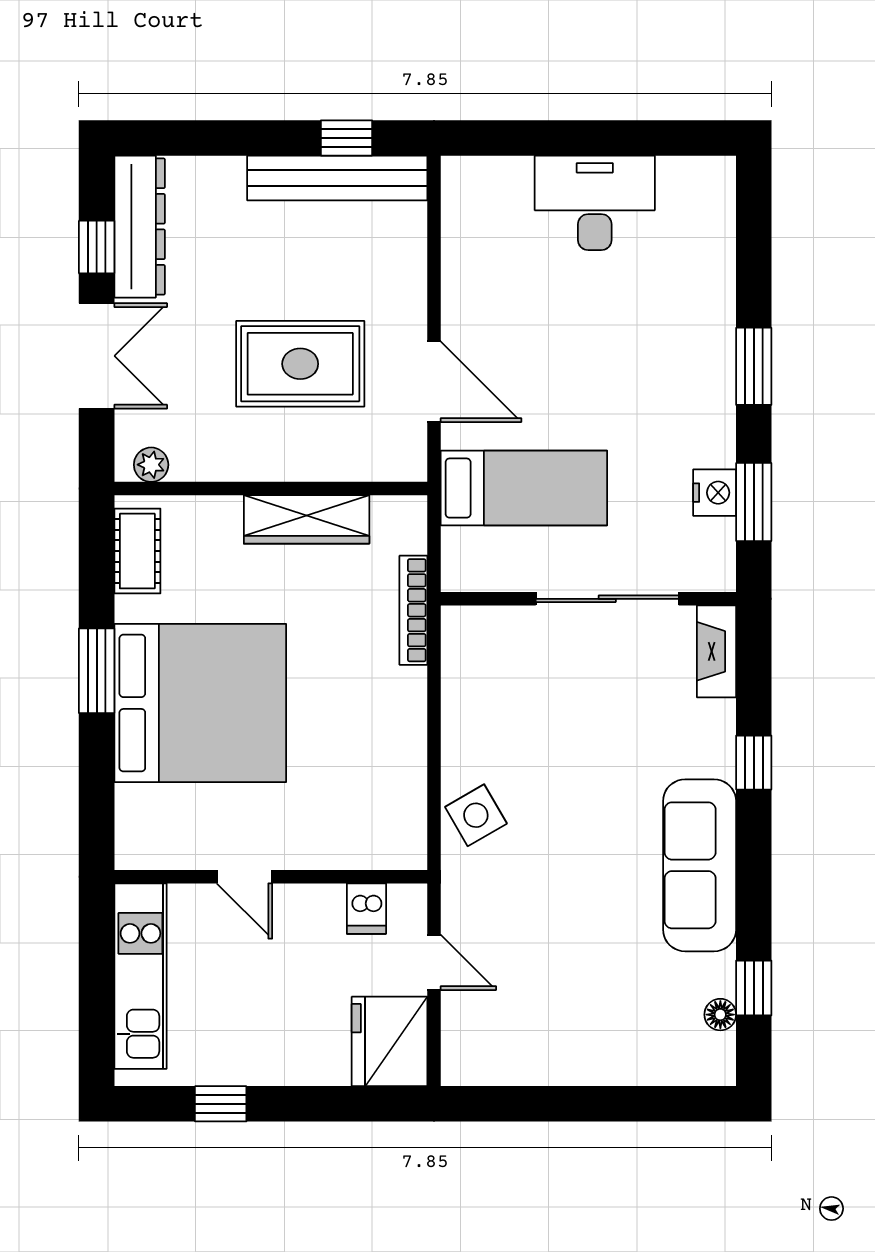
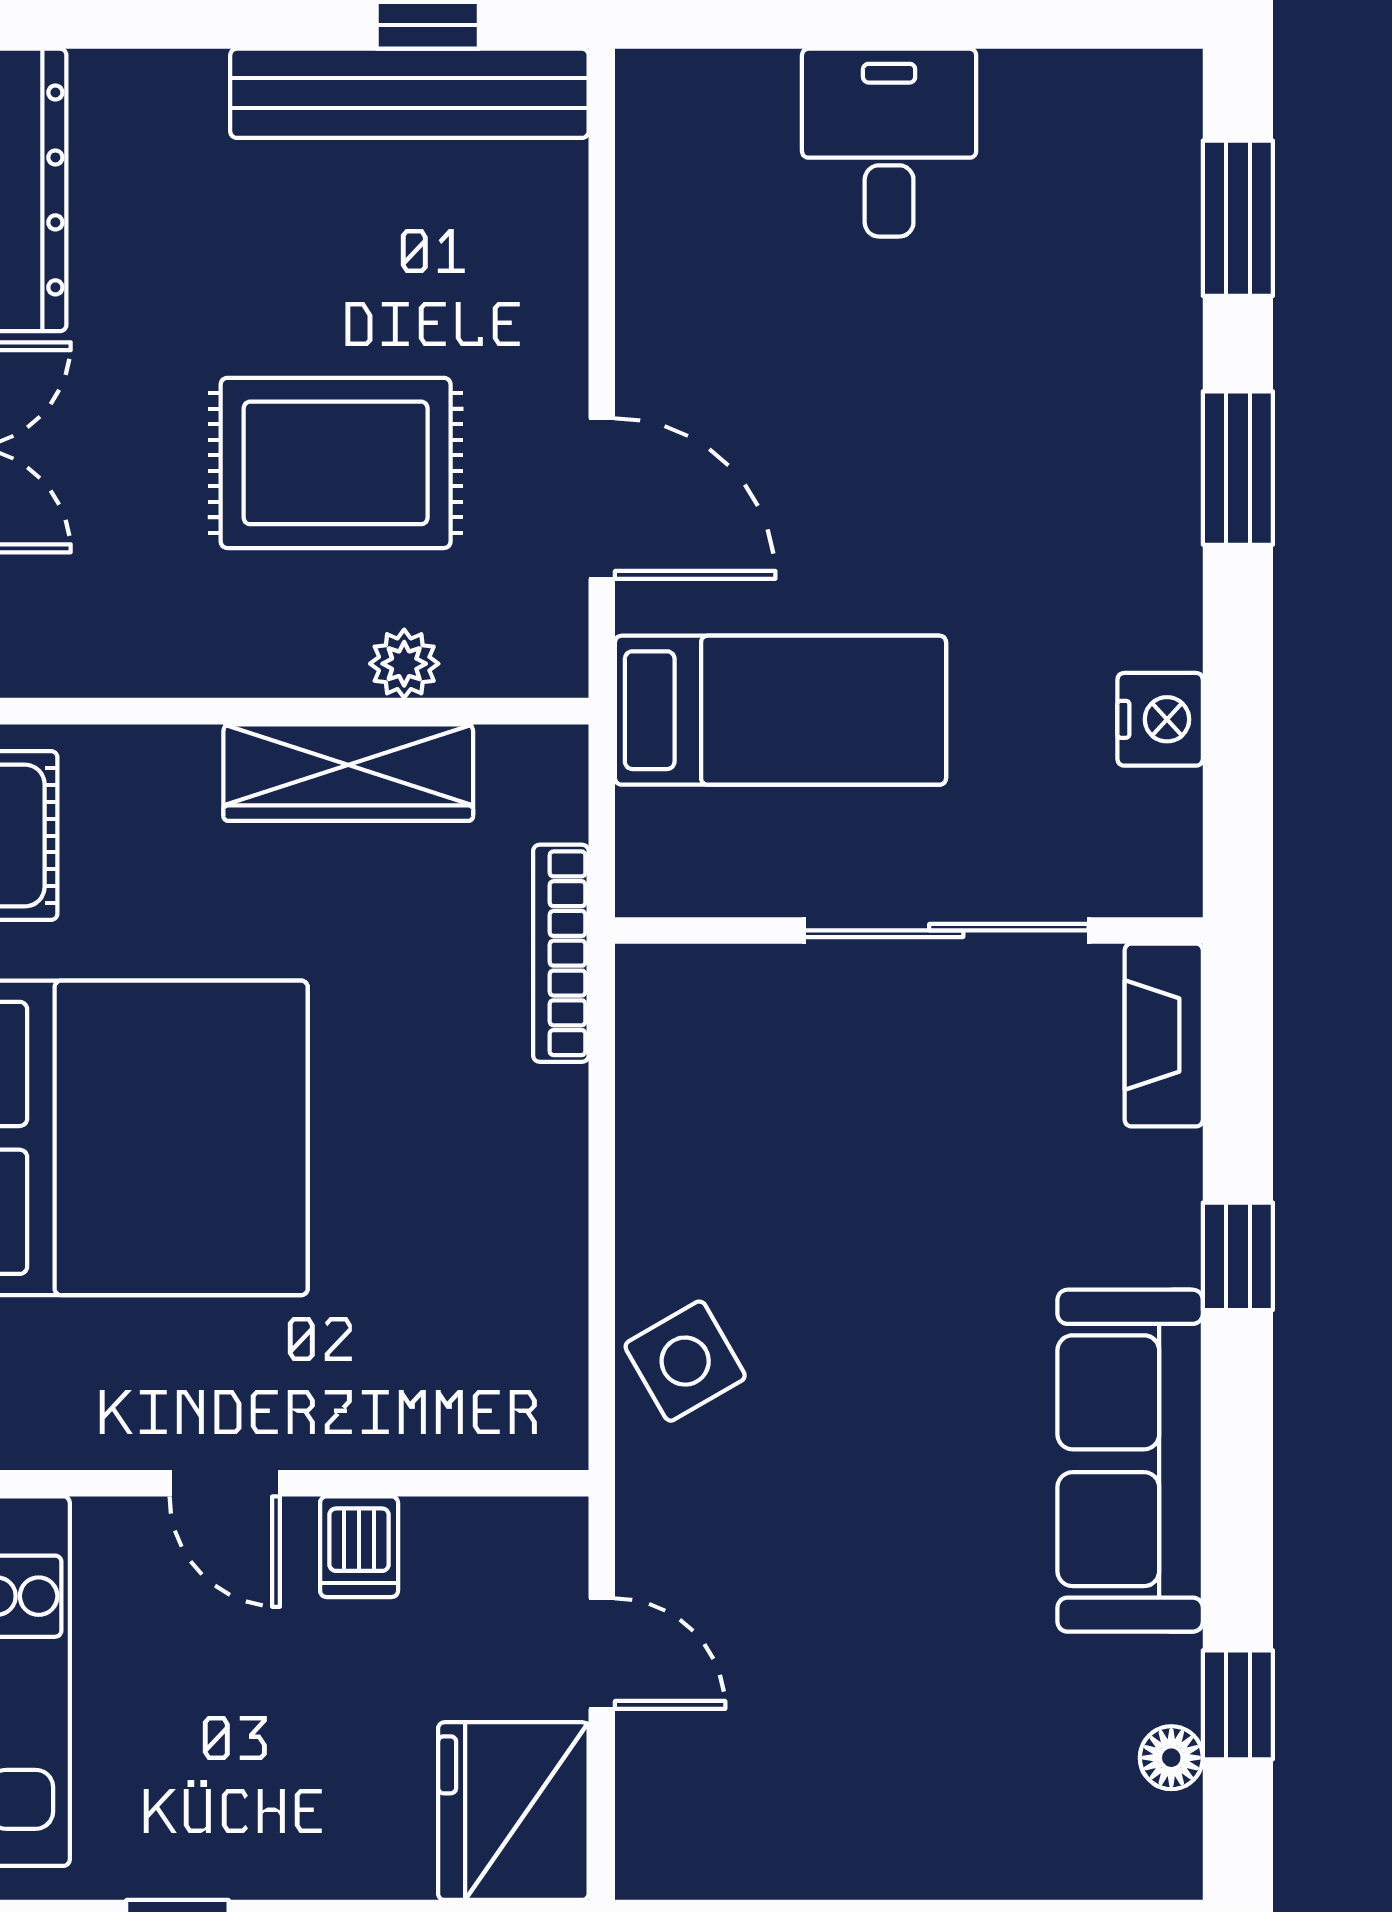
desk: (595, 203) -> (889, 143), width x0.73
plant: (151, 465) -> (404, 664), moved
window: (754, 502) -> (1238, 218), moved
dishwasher: (366, 909) -> (359, 1547), moved

